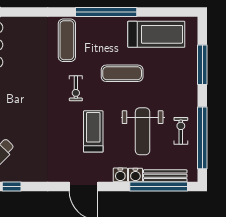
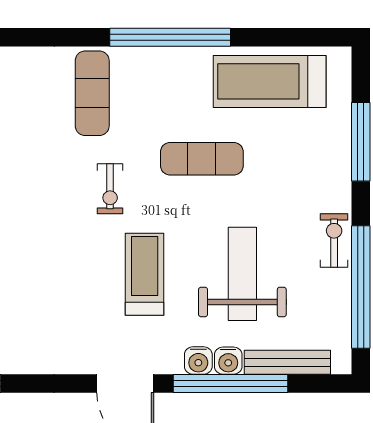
treadmill: (156, 34) -> (270, 81), turned 180
weight bench: (143, 131) -> (242, 274), turned 180
exercise bike: (181, 131) -> (334, 240), moved
window: (159, 186) -> (231, 383), moved

